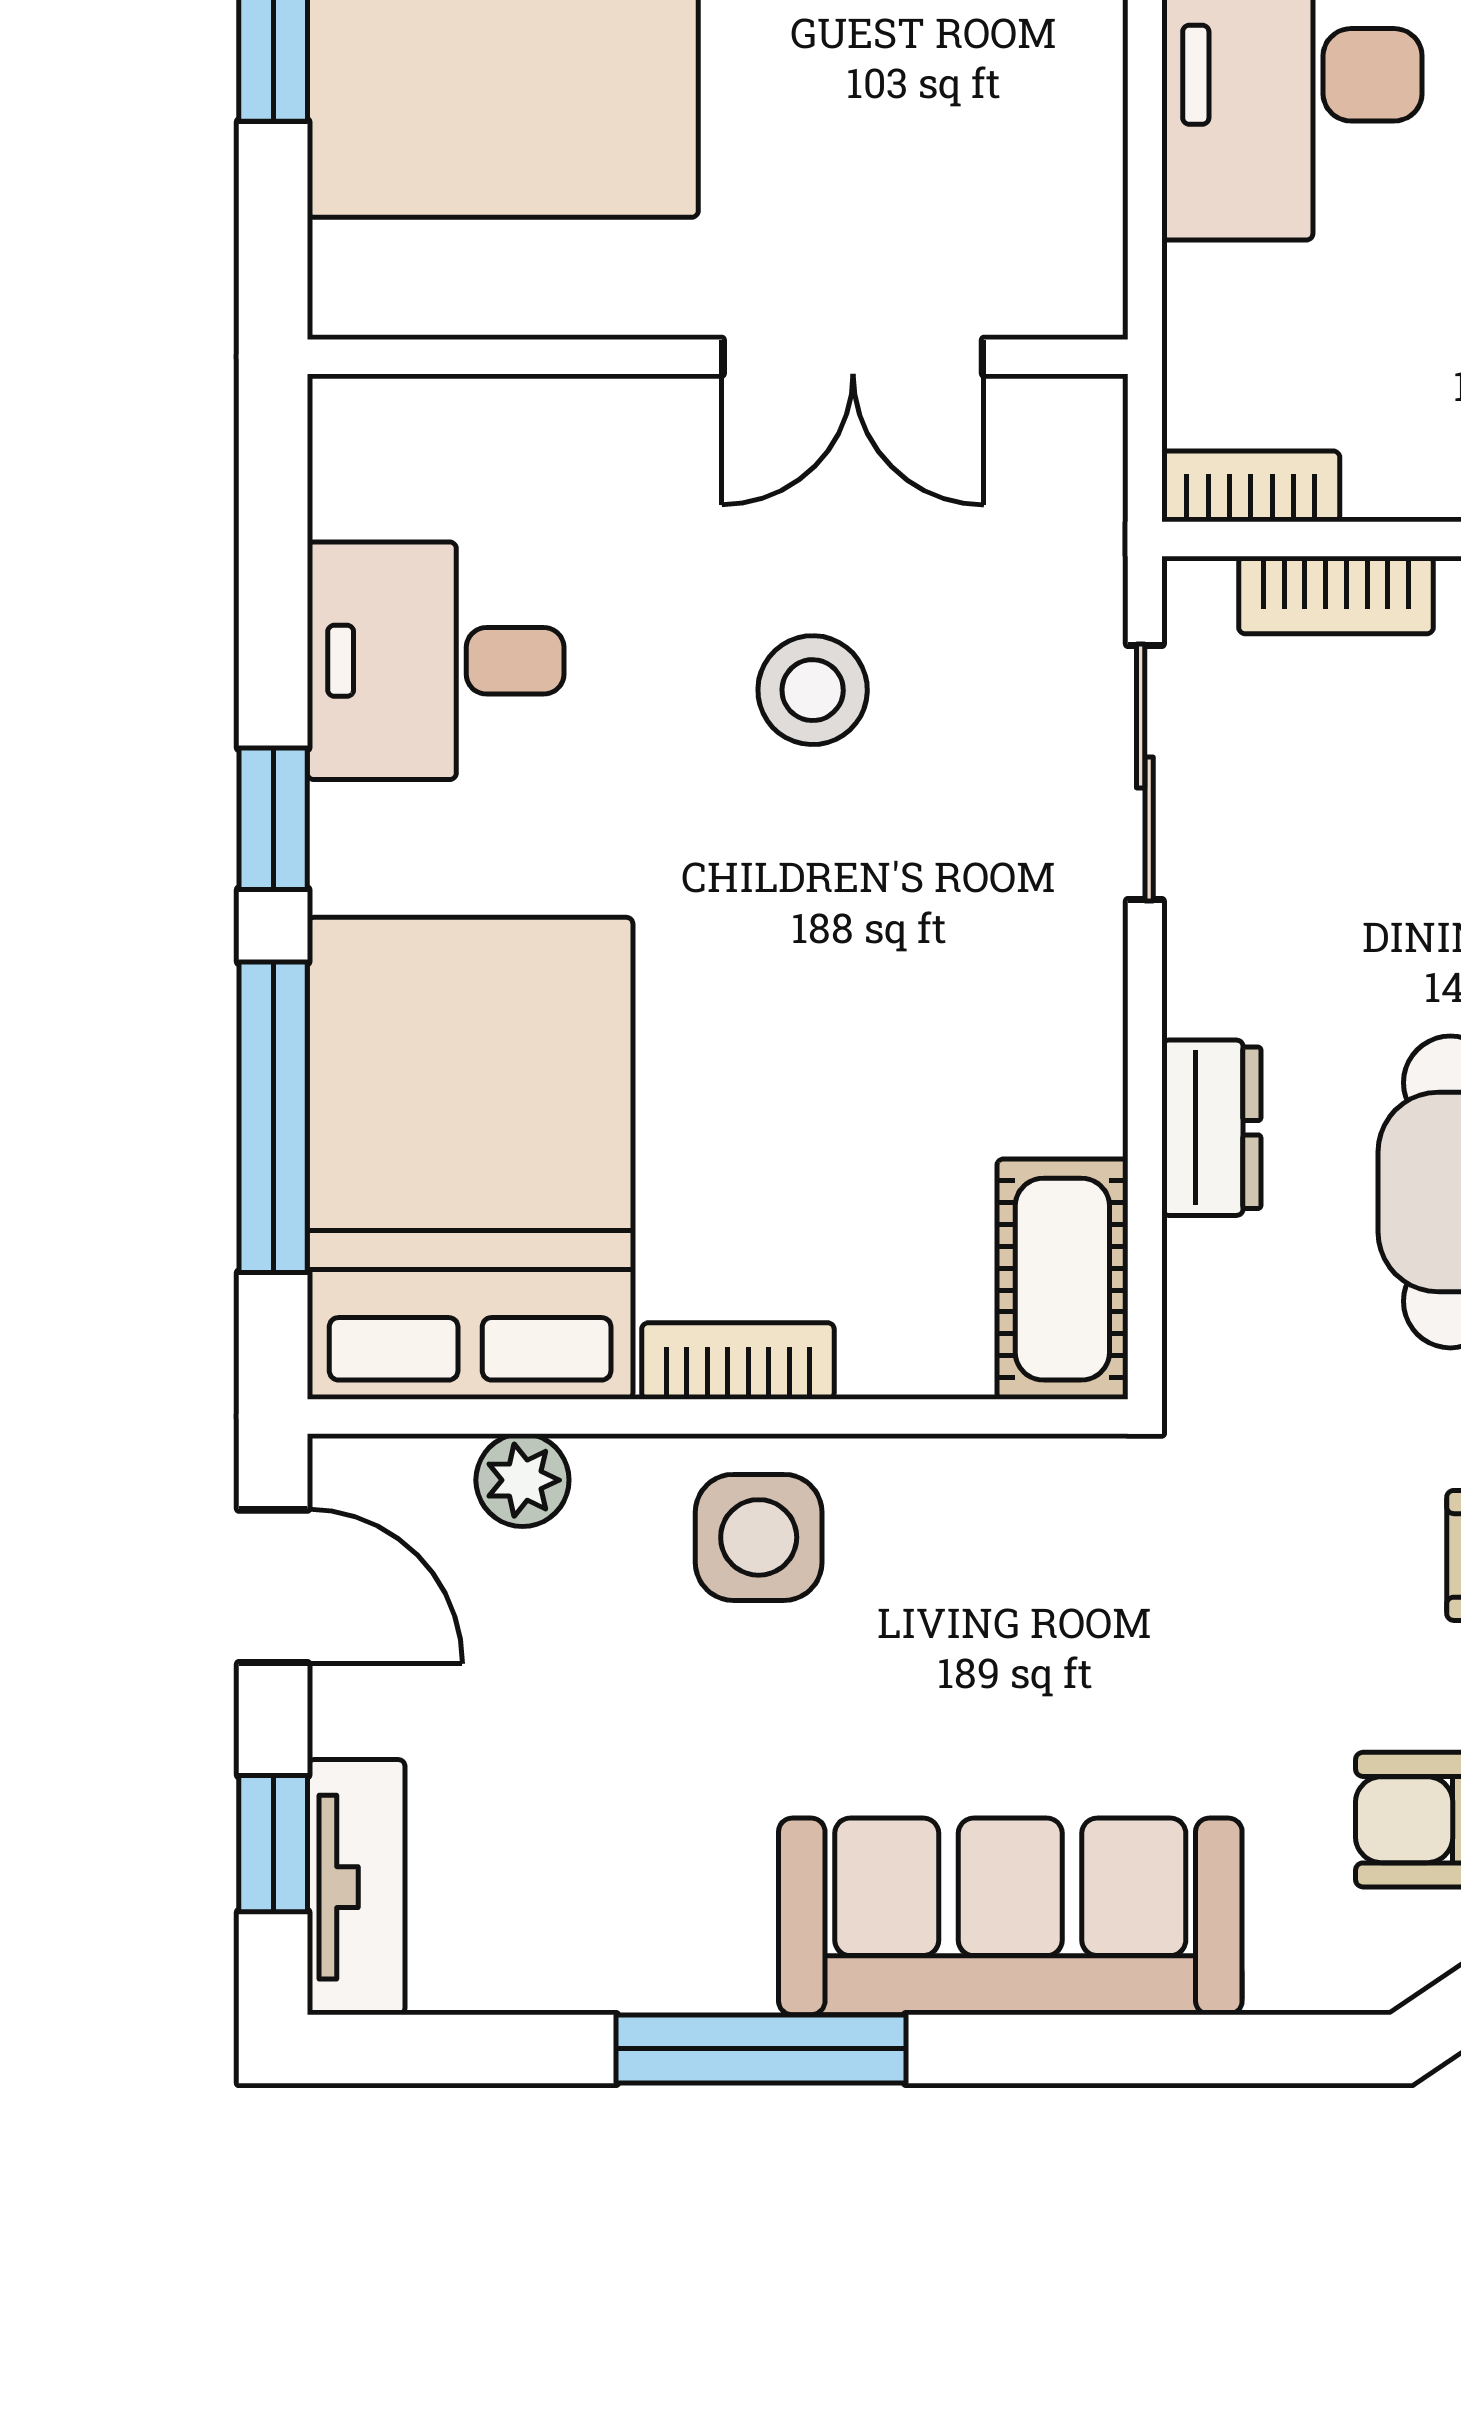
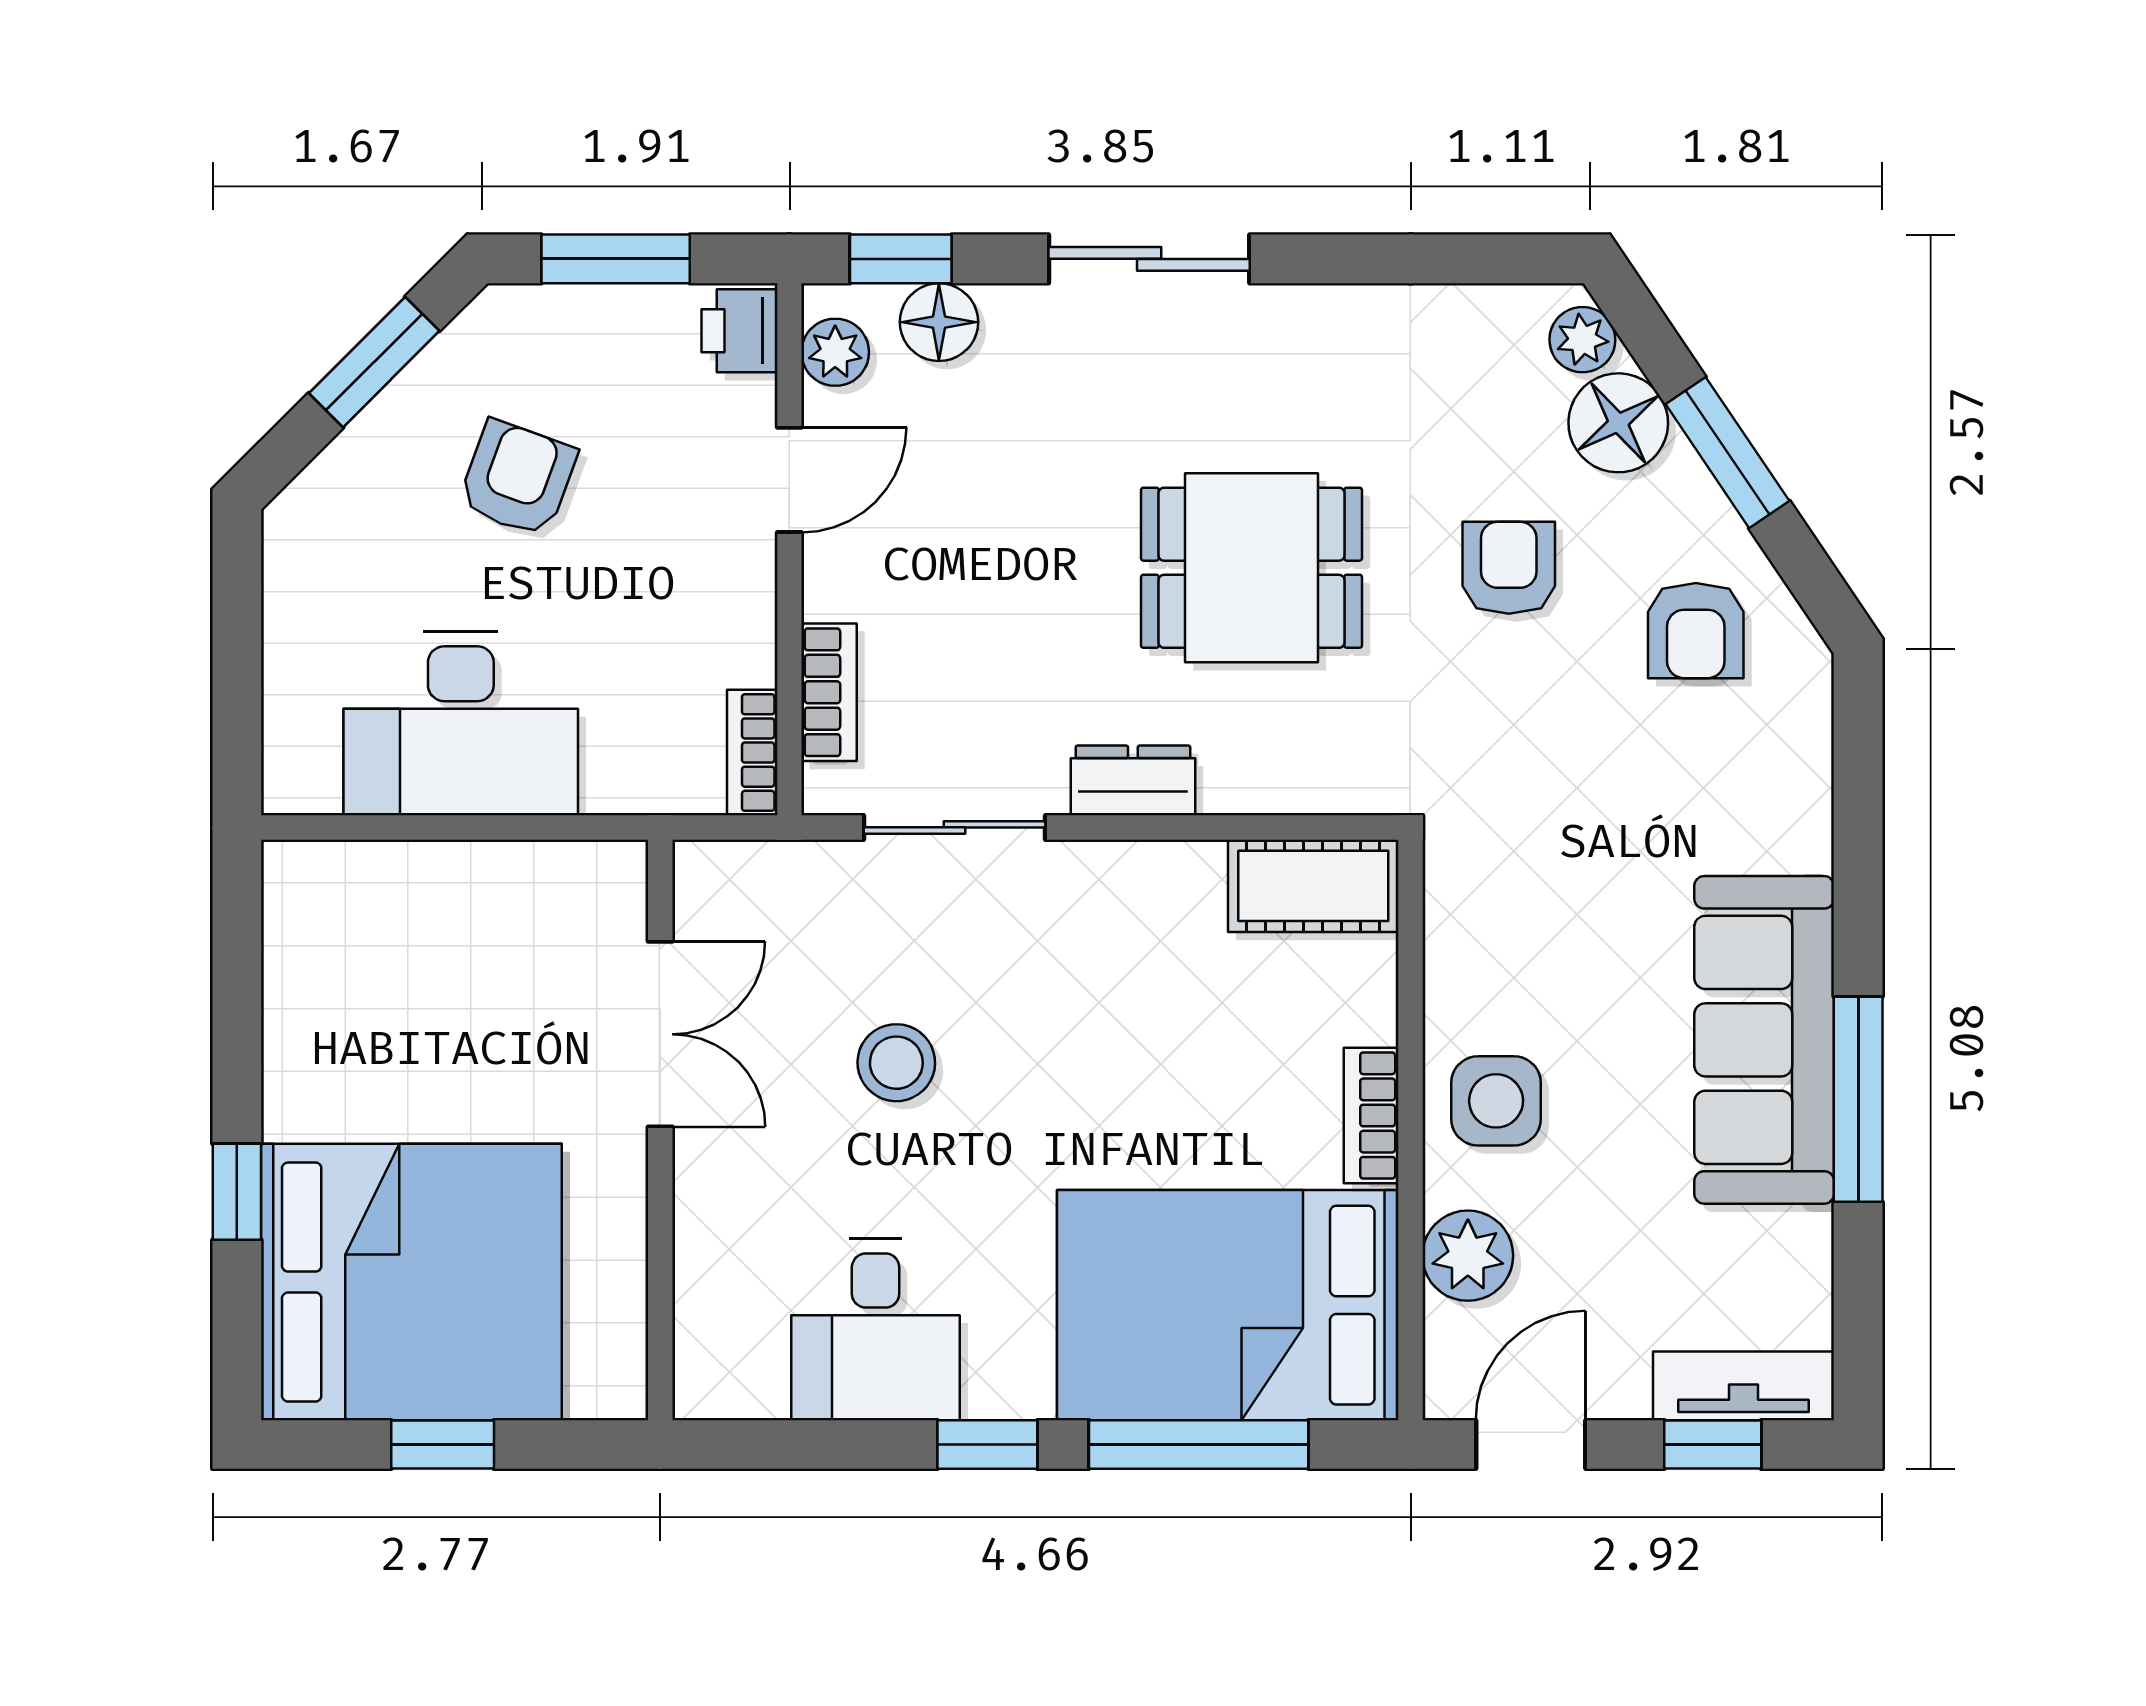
dresser: (1211, 1128) -> (1133, 780), moved
plant: (522, 1480) -> (1468, 1256), width x1.38, depth x1.38
sofa: (1010, 1916) -> (1764, 1040), moved

